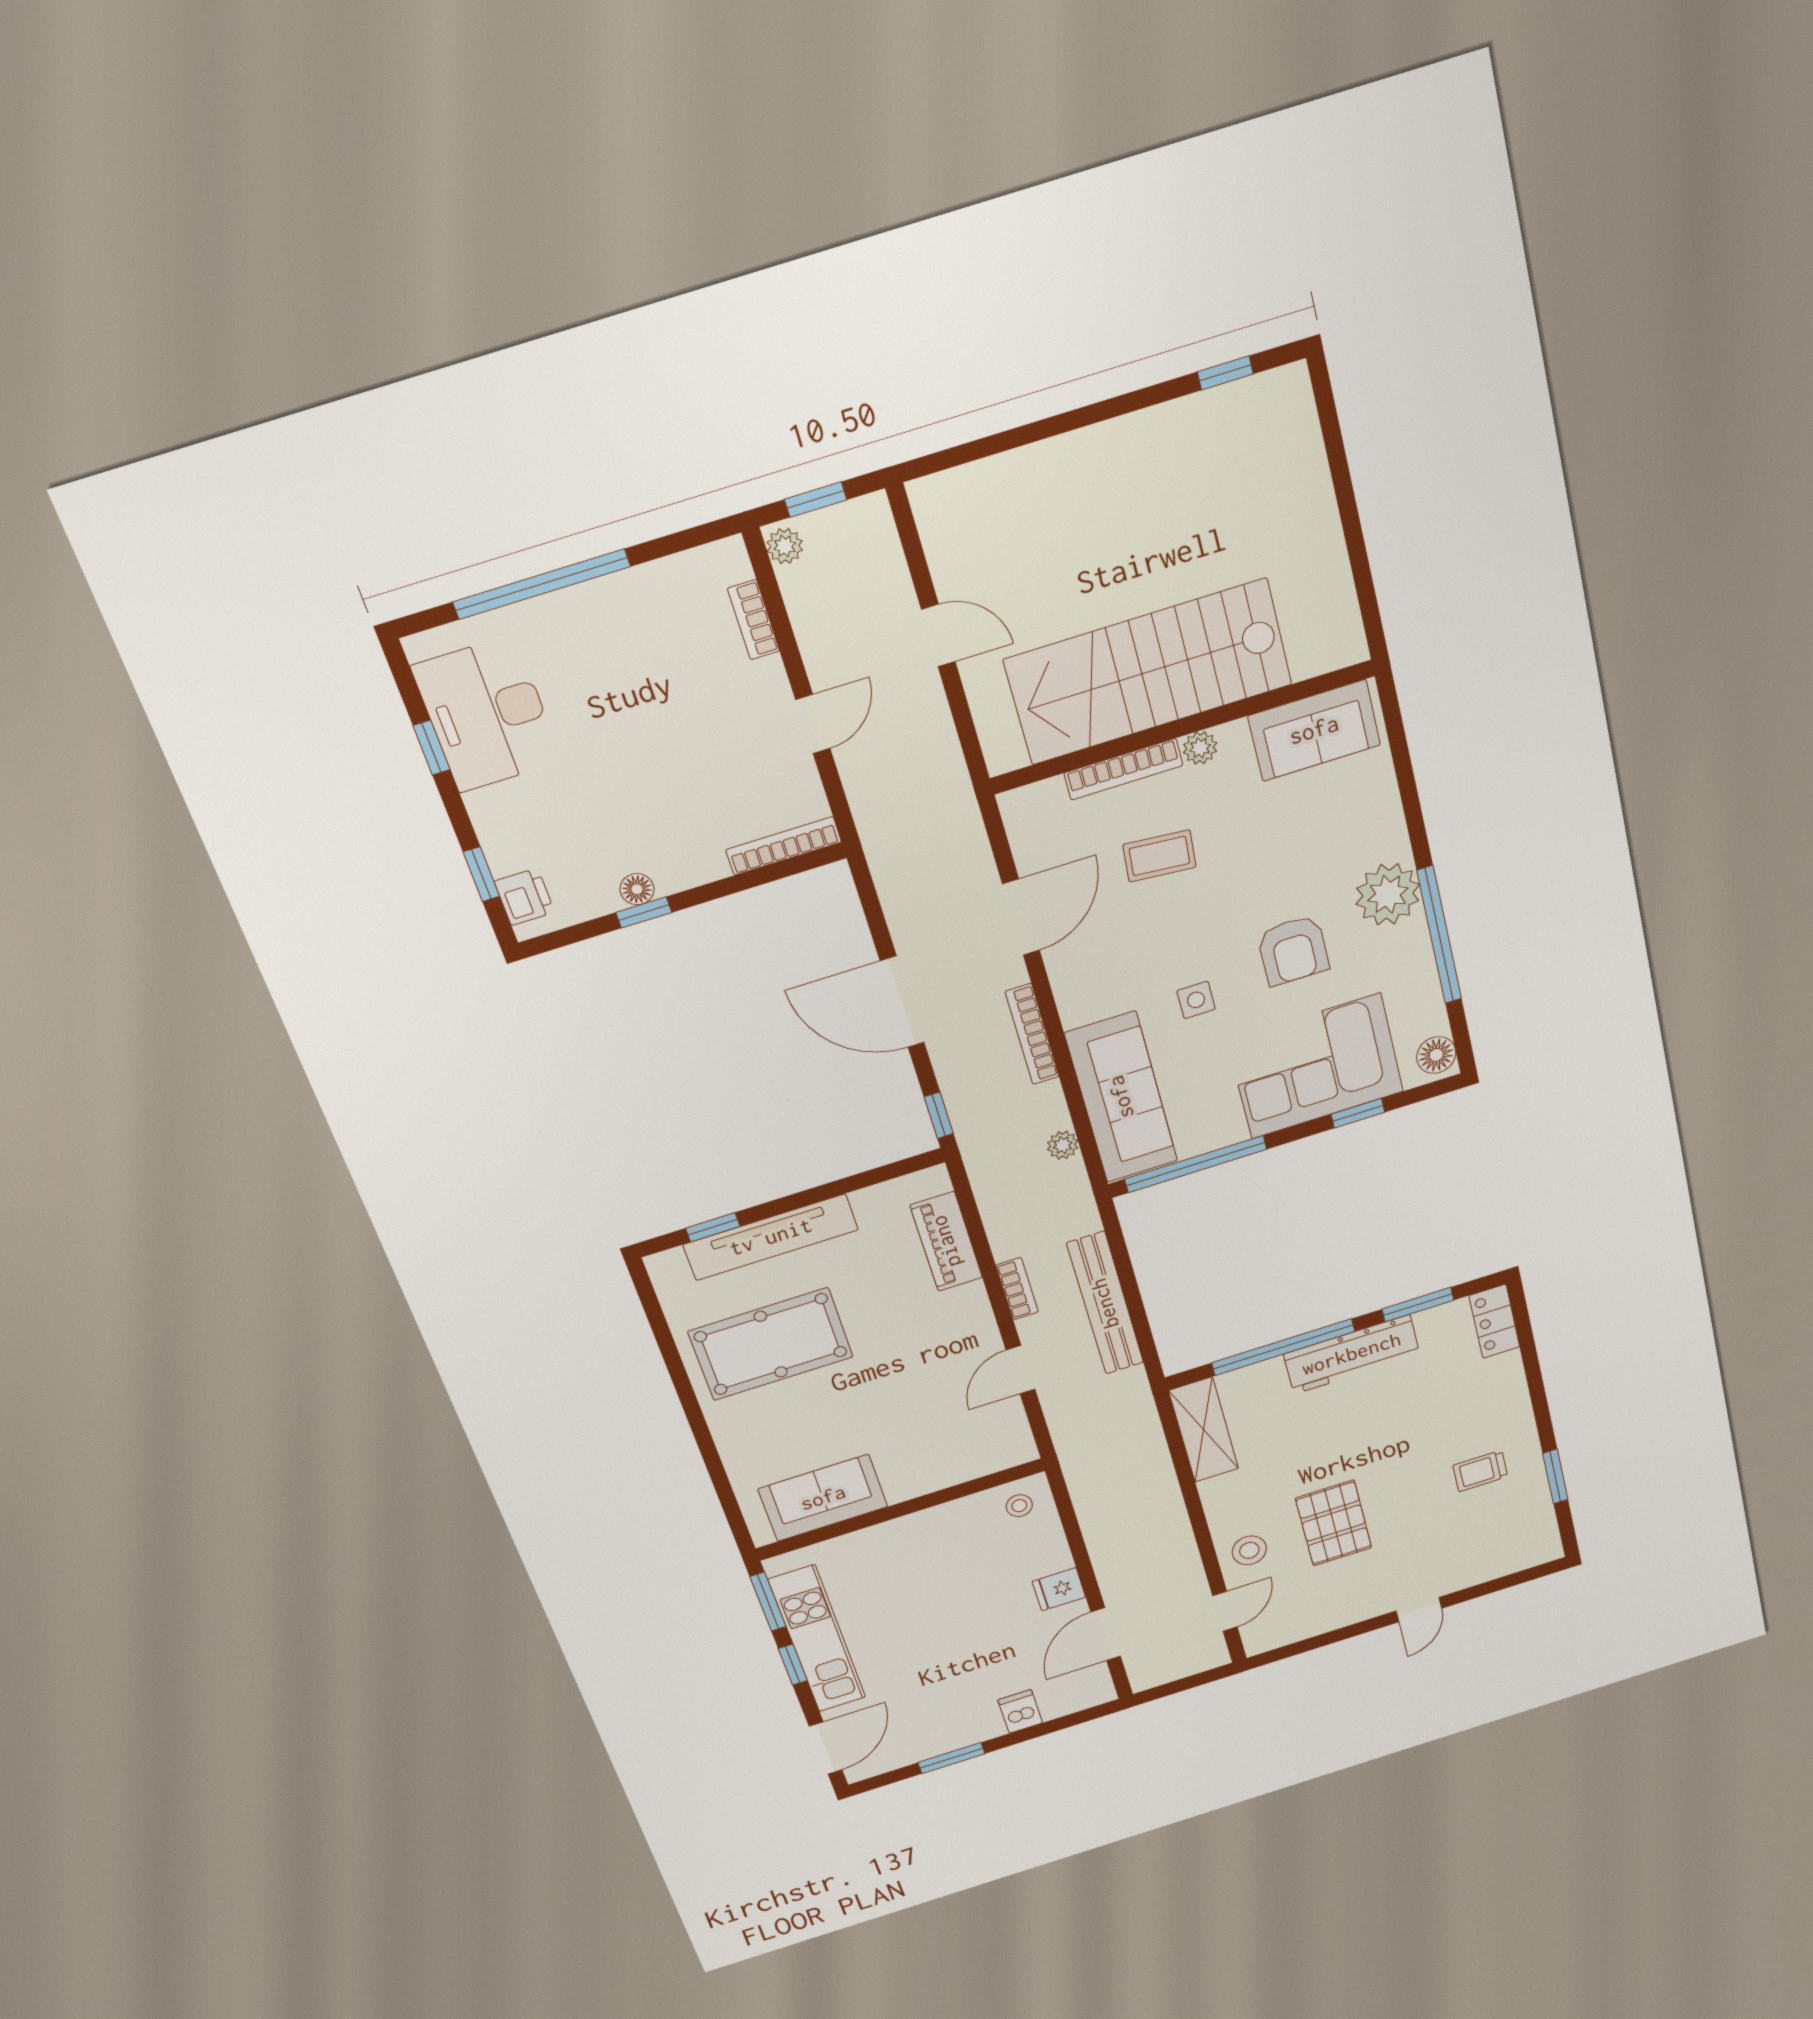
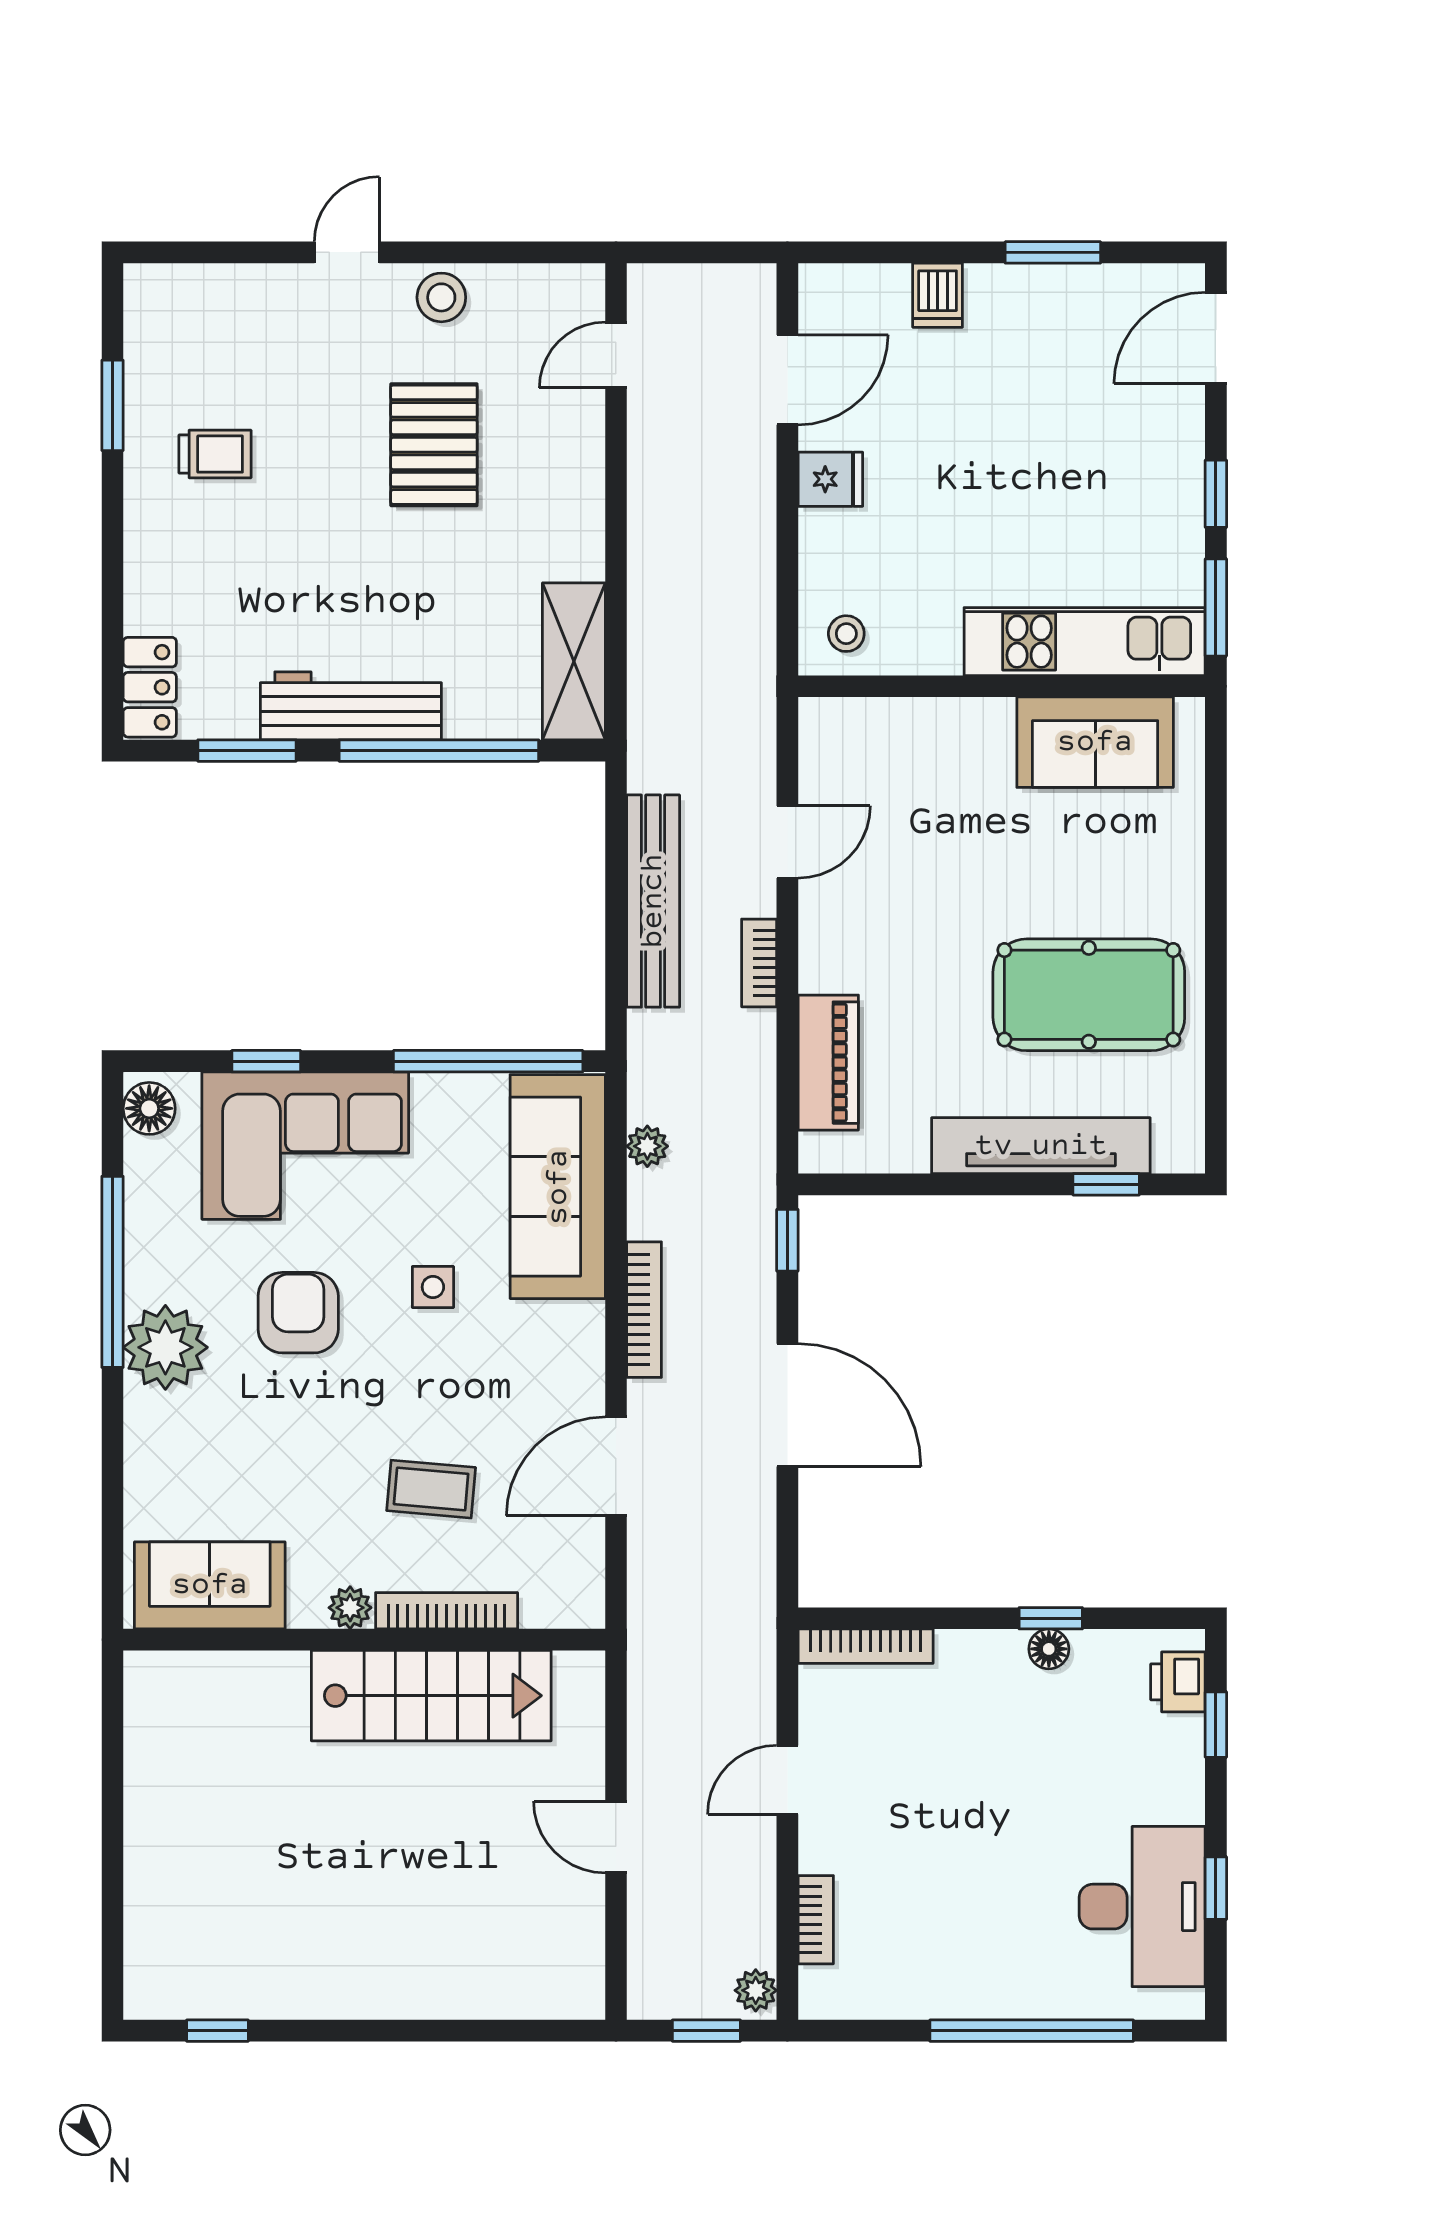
stairs: (1149, 672) -> (431, 1696), width x0.73, depth x0.66
stool: (1249, 1550) -> (441, 297), moved
kitchen unit: (817, 1639) -> (1085, 642), moved, turned 90

